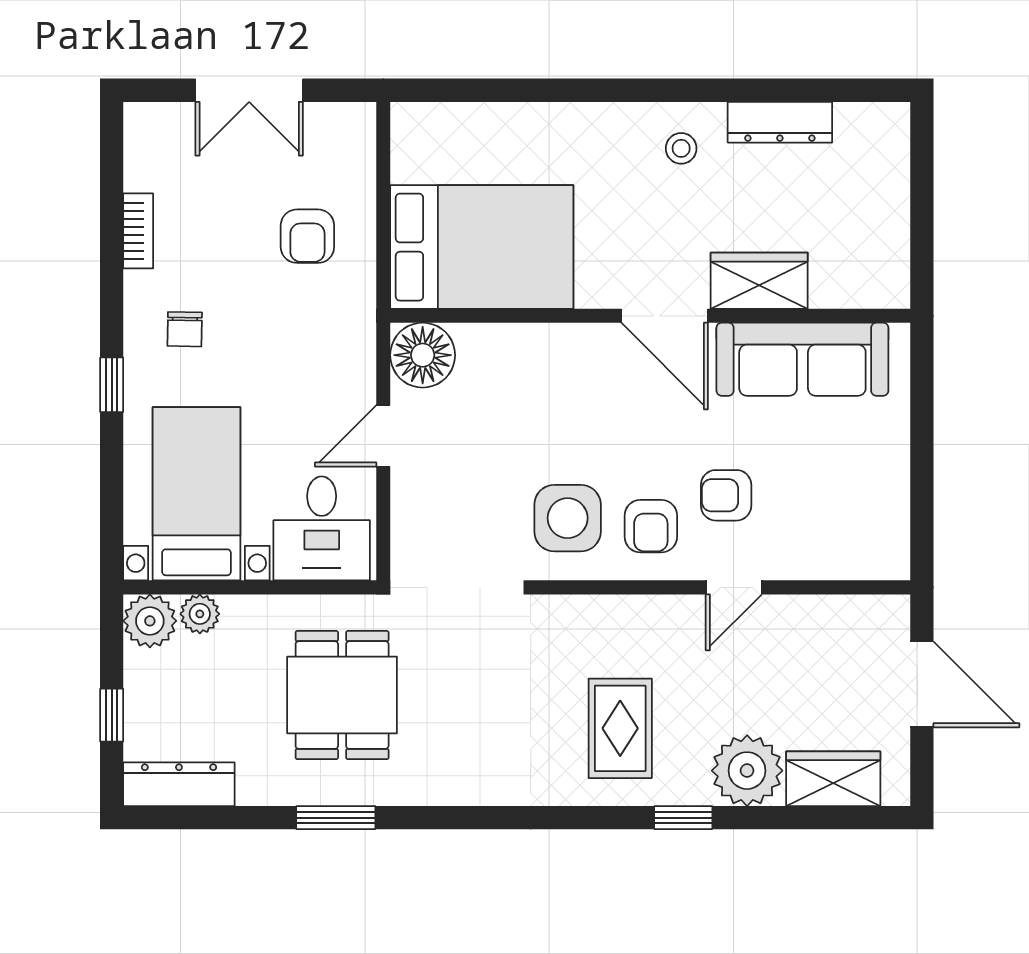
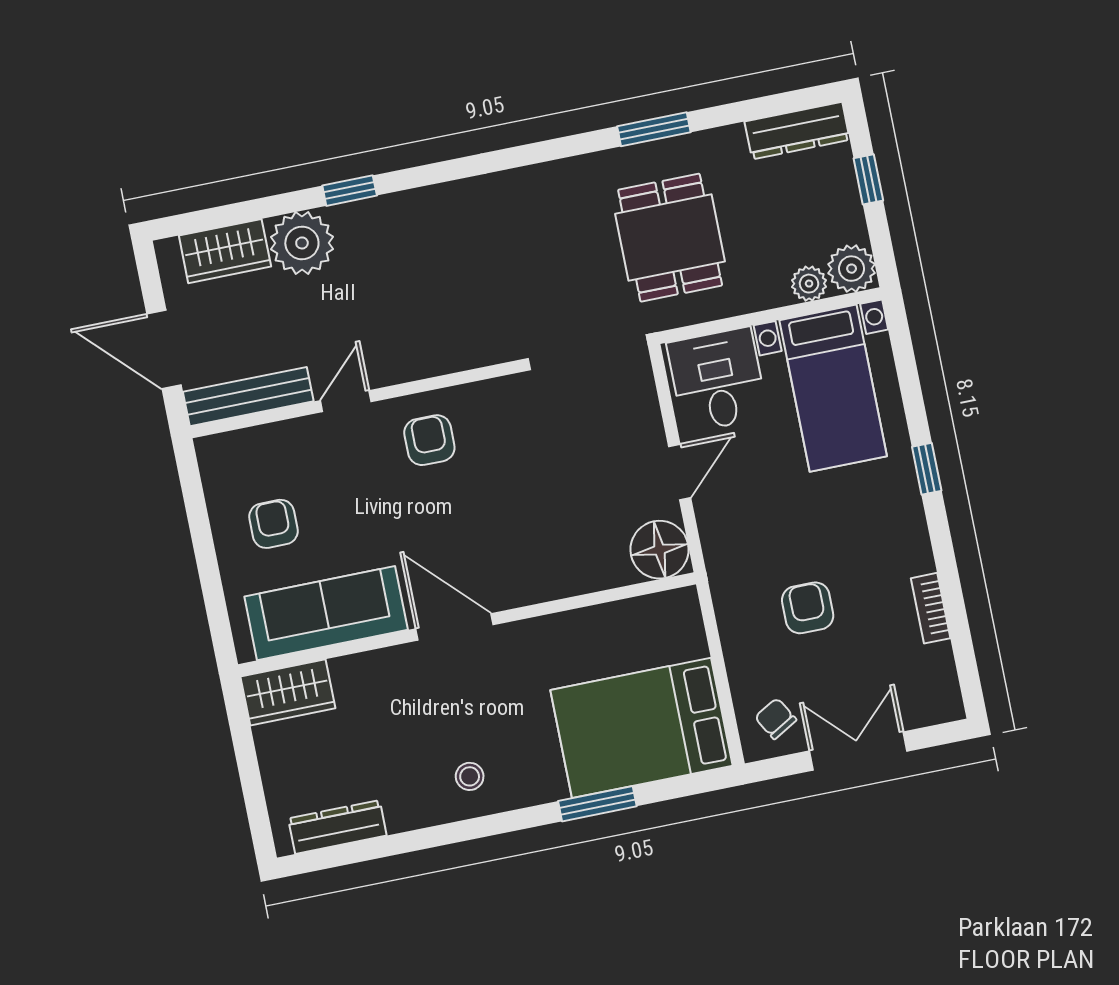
window: (547, 90) -> (597, 804), added
dresser: (780, 122) -> (337, 827), moved
armchair: (307, 236) -> (808, 608), moved
bed: (482, 247) -> (641, 728), moved
wardrobe: (759, 281) -> (288, 692), moved
chair: (185, 329) -> (776, 719), moved, turned -31
armchair: (726, 495) -> (273, 524), moved, turned -90
side table: (568, 518) -> (504, 432), removed
bench: (840, 614) -> (248, 397), added
rug: (620, 728) -> (421, 258), removed

